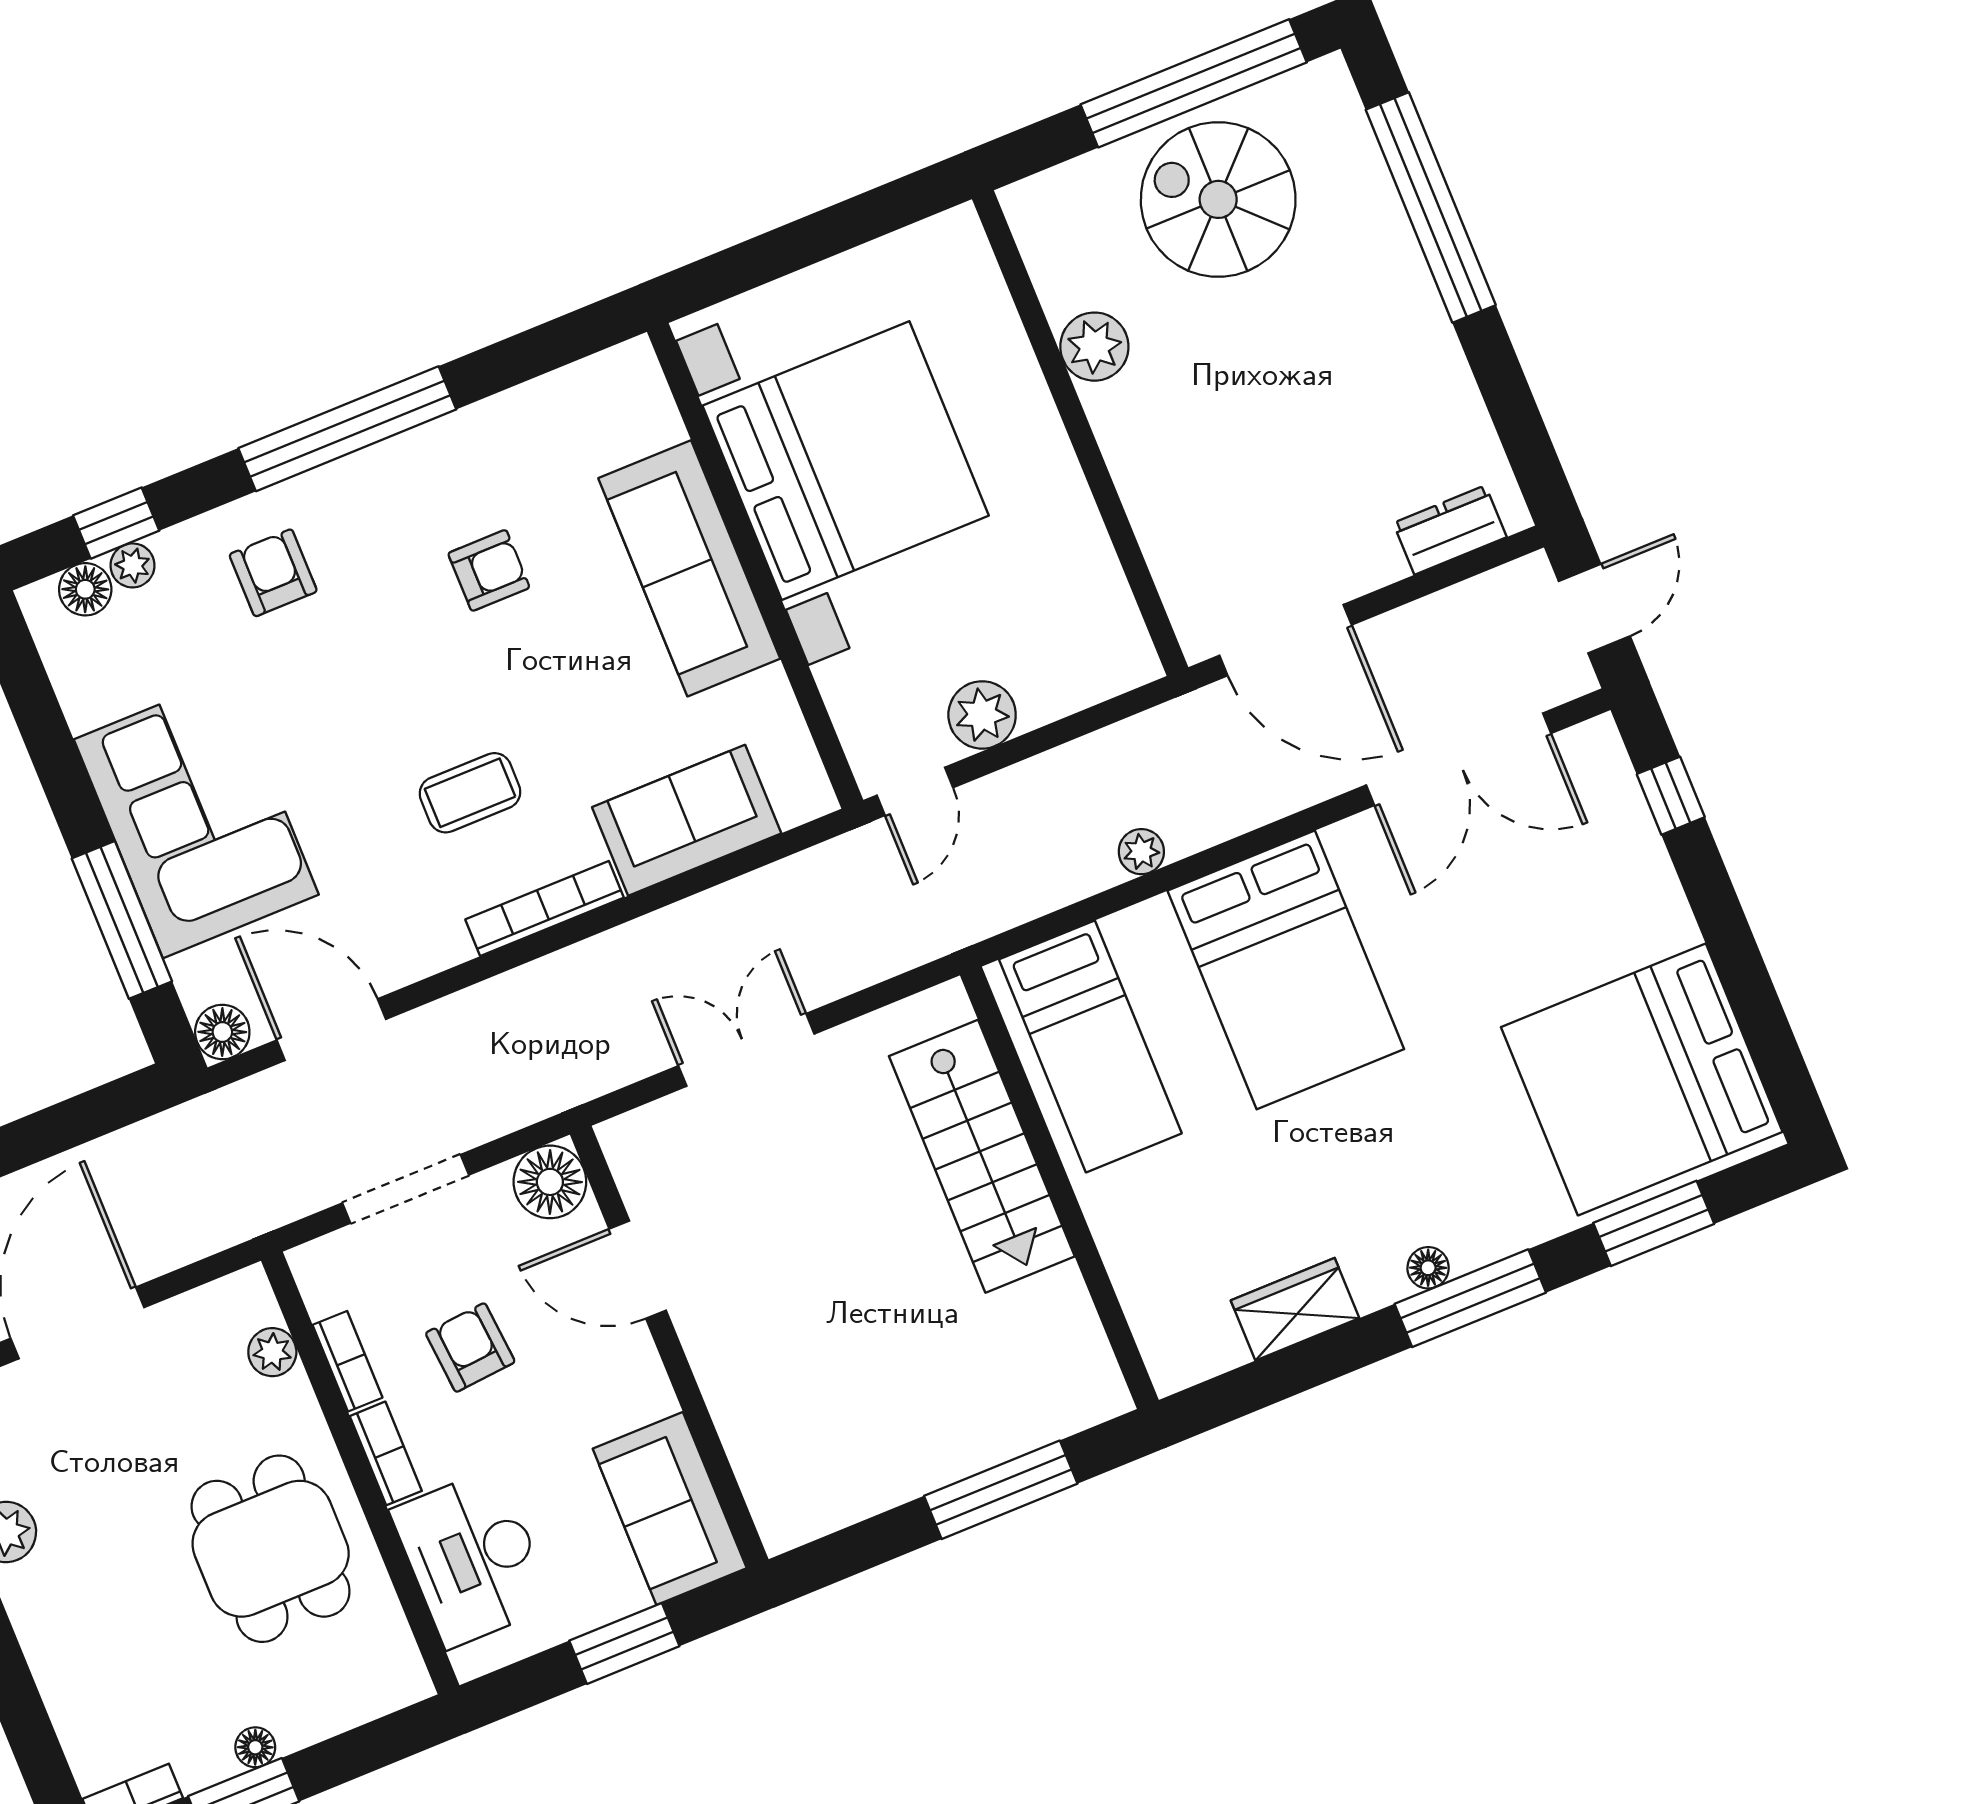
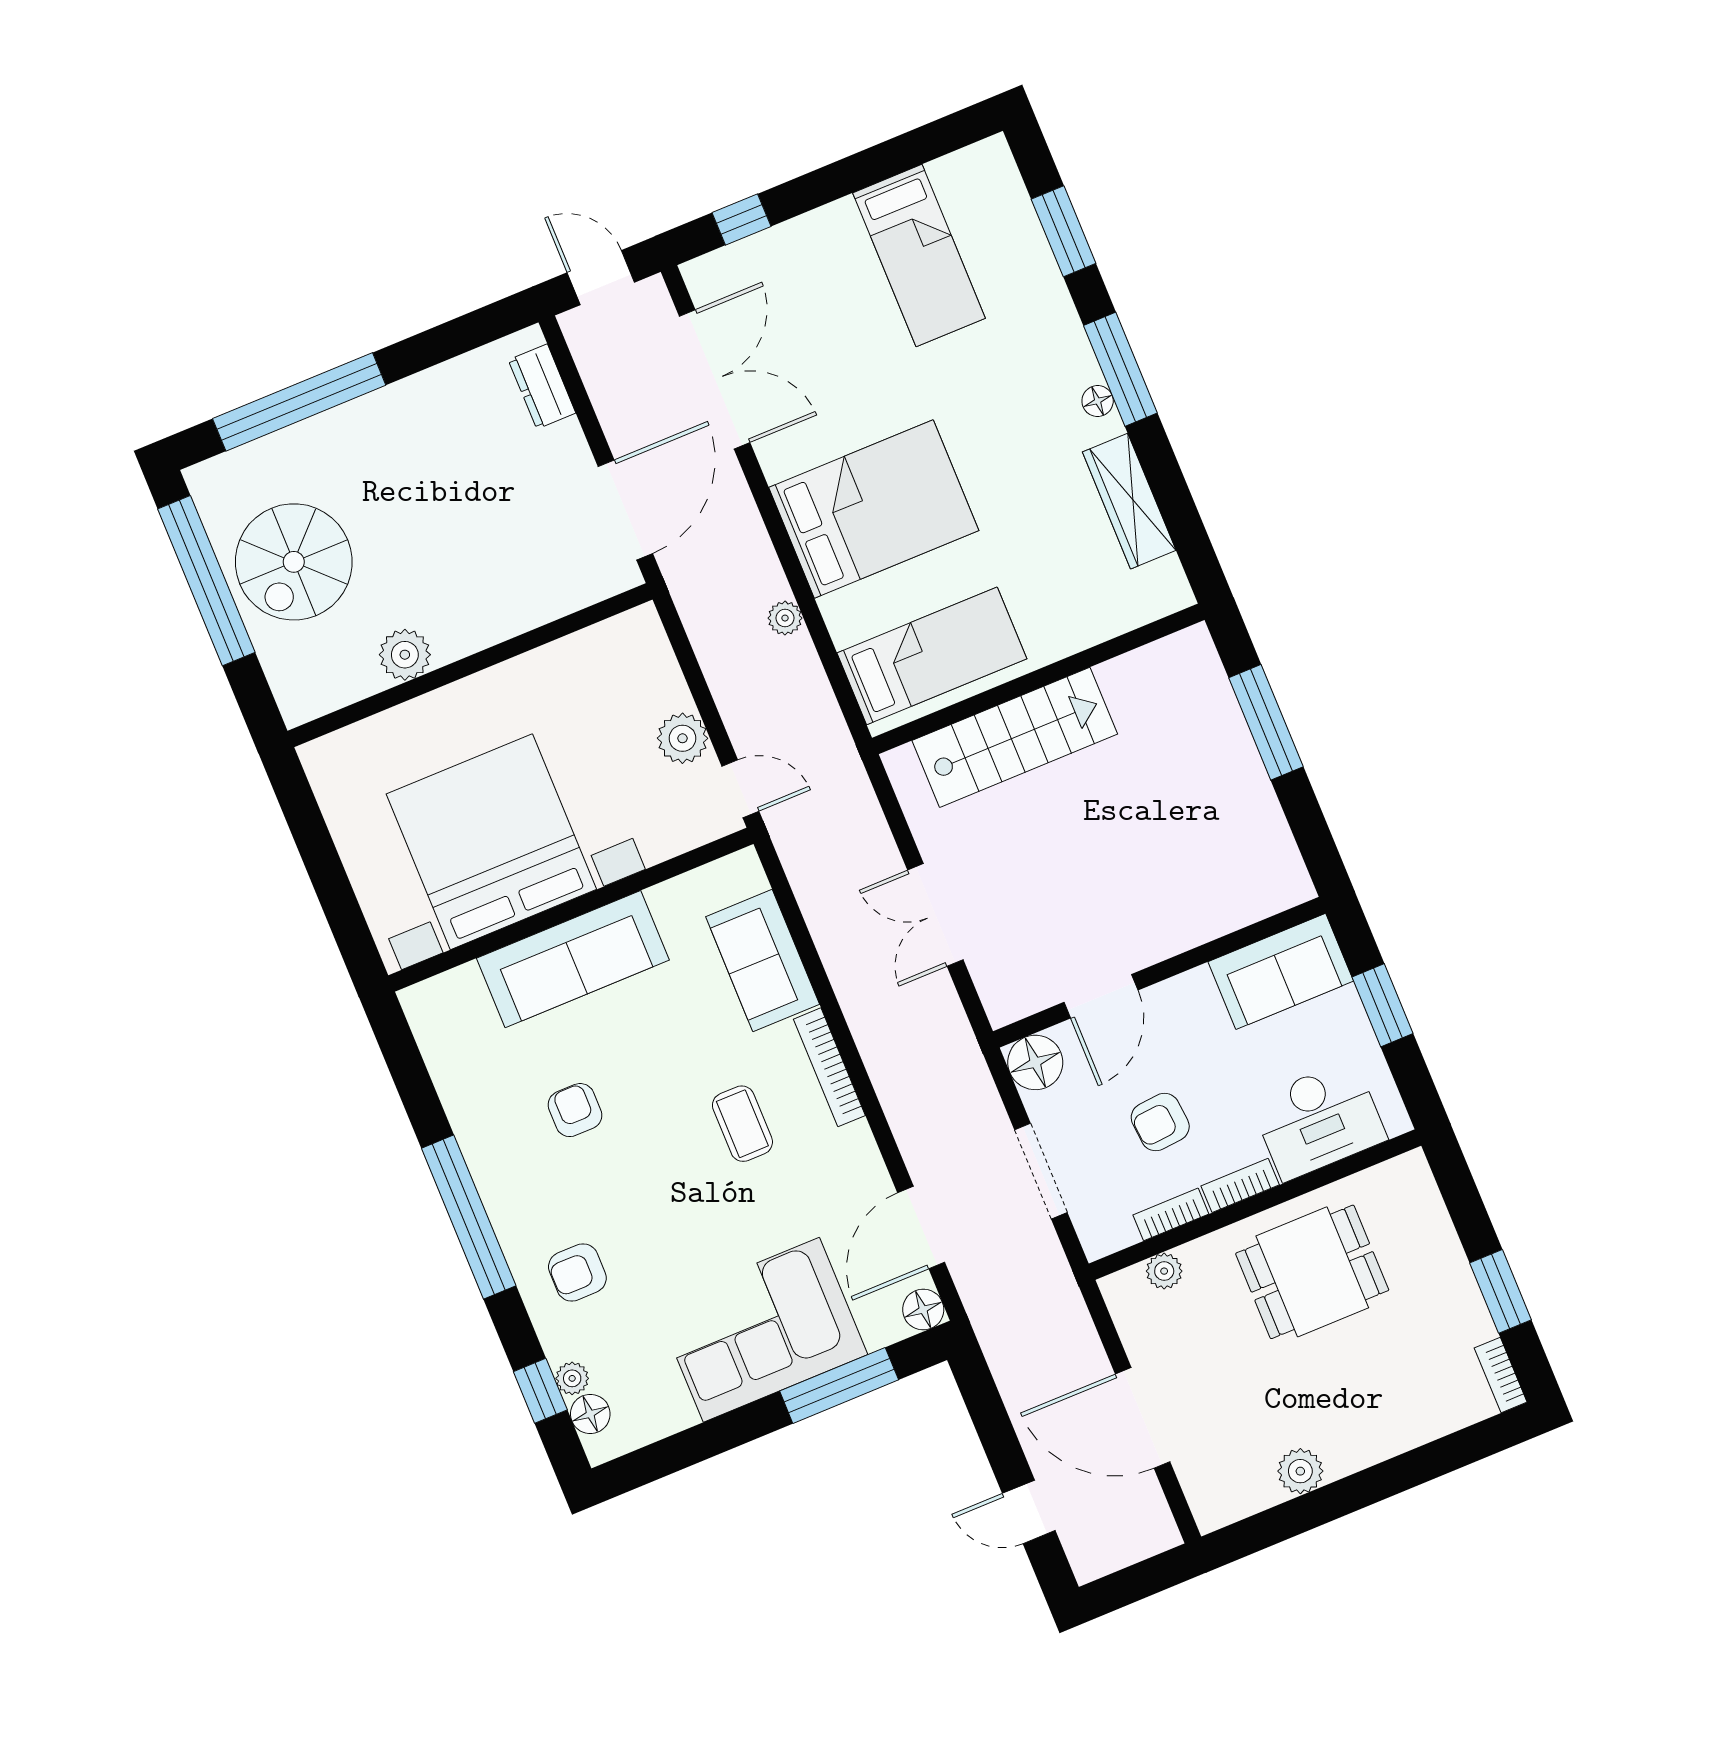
bed: (1642, 1080) -> (919, 256), width x0.49
wardrobe: (1295, 1309) -> (1129, 501), width x1.50
floor lamp: (255, 1747) -> (1462, 1283), removed

